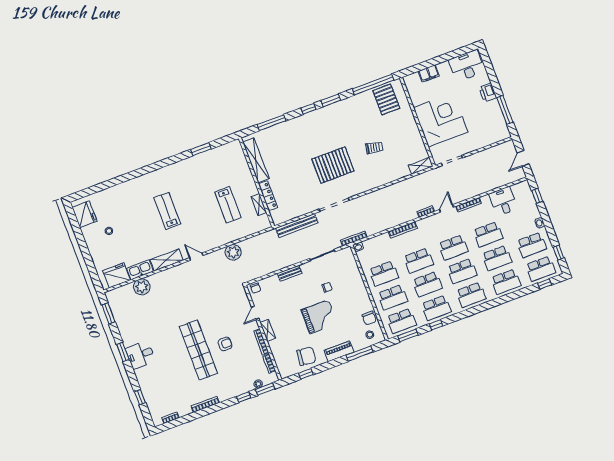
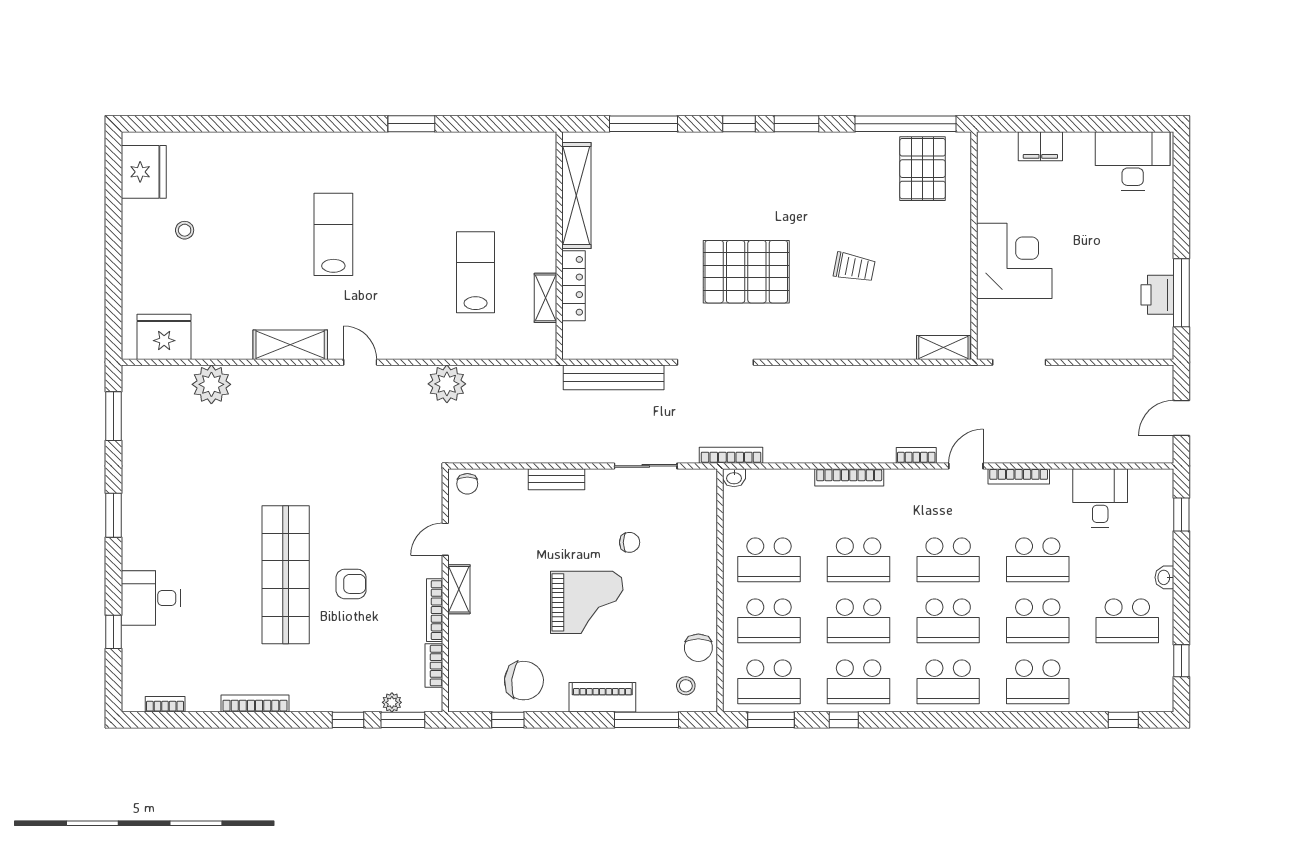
printer: (488, 93) -> (1157, 295), moved
corner desk: (441, 120) -> (1014, 261), width x0.74, depth x0.74
window: (201, 149) -> (411, 124), moved
lab bench: (228, 205) -> (476, 272), turned 180
school desk: (541, 269) -> (1127, 682), removed
kitchen sink: (140, 270) -> (222, 344), removed
desk: (140, 355) -> (151, 598), moved

